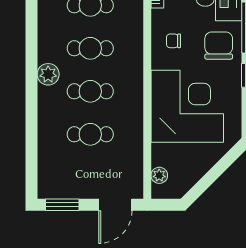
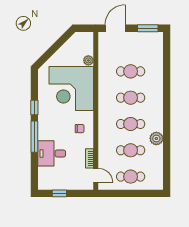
chair: (219, 46) -> (52, 126), removed
plant: (48, 74) -> (156, 138), moved
plant: (159, 175) -> (88, 60), moved

